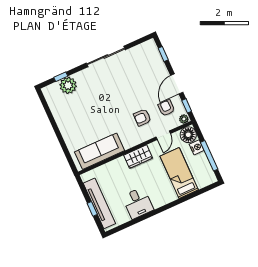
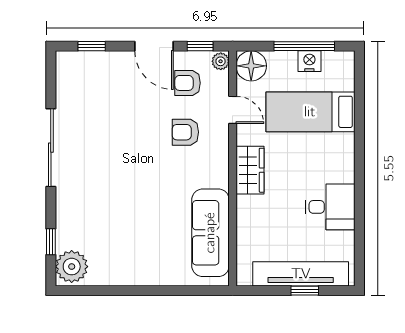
plant: (68, 85) -> (72, 267), moved
armchair: (142, 117) -> (185, 132), turned 89
nightstand: (197, 147) -> (309, 61), moved

